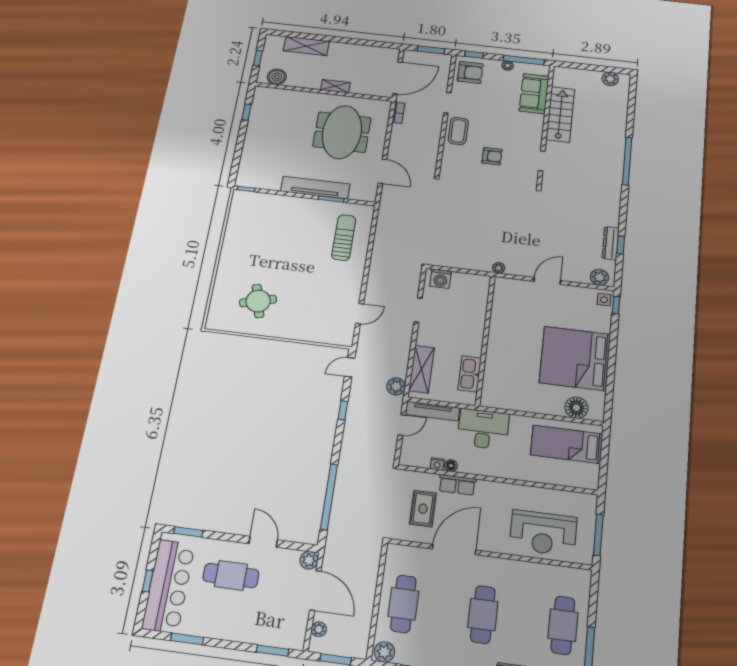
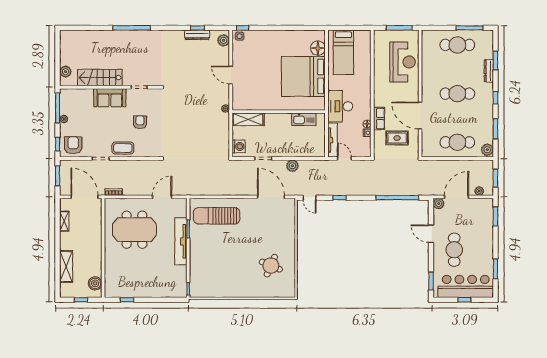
plant: (610, 79) -> (65, 72), moved
shelving: (335, 86) -> (64, 221), moved
sofa: (534, 94) -> (110, 98), moved
sun lounger: (344, 238) -> (217, 216), width x1.36, depth x1.34
round table: (258, 301) -> (271, 266), turned 38
door: (360, 314) -> (271, 197), width x1.88
bed: (575, 358) -> (303, 76), moved, turned 90
shelving: (422, 369) -> (248, 119), moved
plant: (396, 386) -> (292, 166), moved
door: (263, 542) -> (431, 234), hinge flipped

